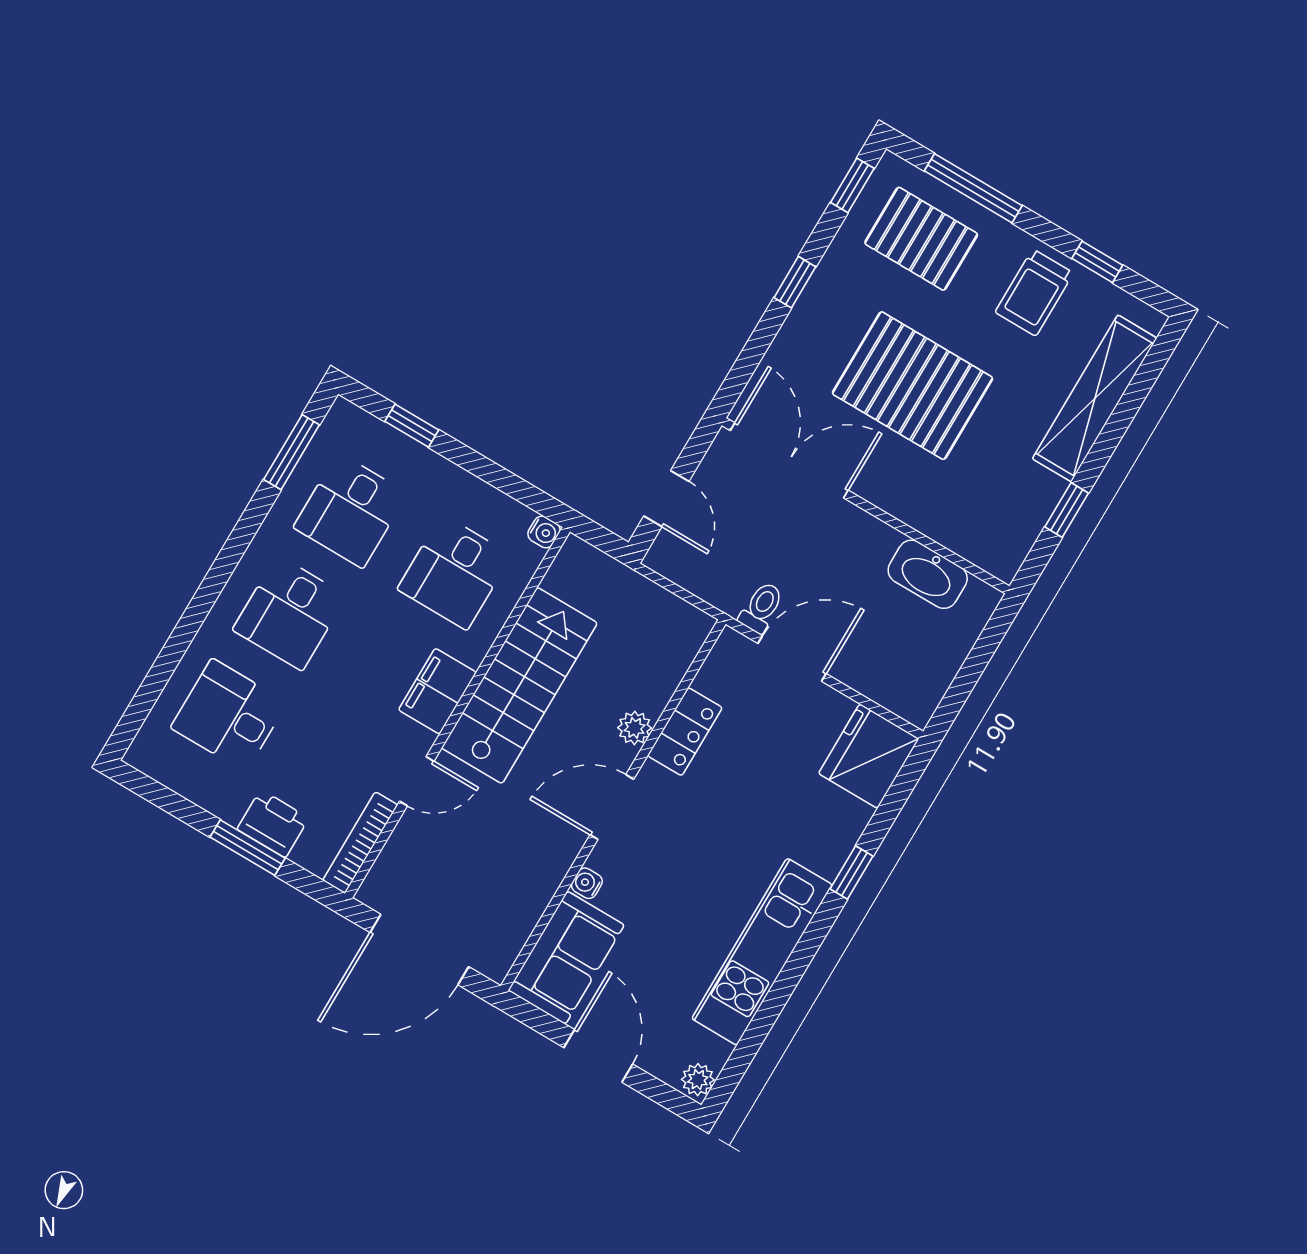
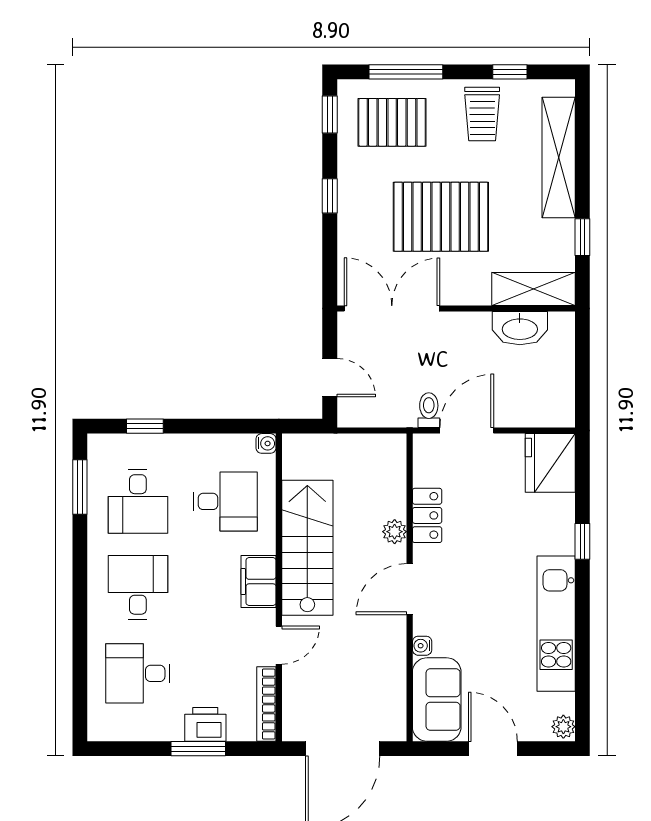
shelving: (972, 537) -> (533, 289), added
desk: (454, 572) -> (225, 501), turned -90
desk: (290, 613) -> (138, 587), turned 180

